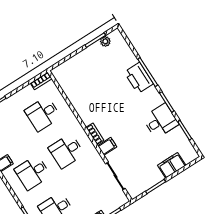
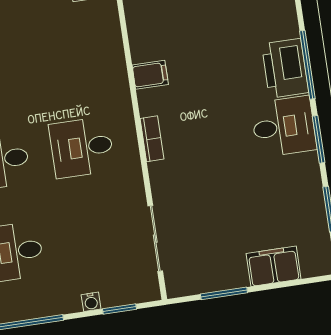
desk: (43, 114) -> (68, 55), removed
desk: (161, 121) -> (284, 127), moved
filing cabinet: (107, 146) -> (150, 75), moved

